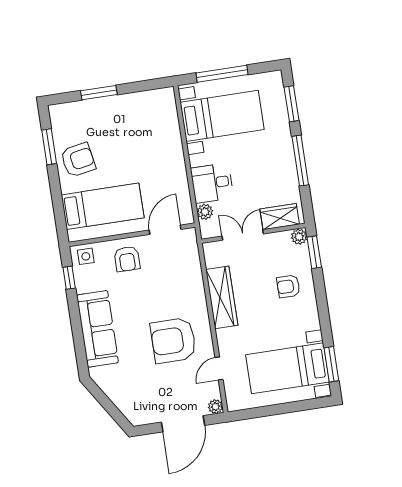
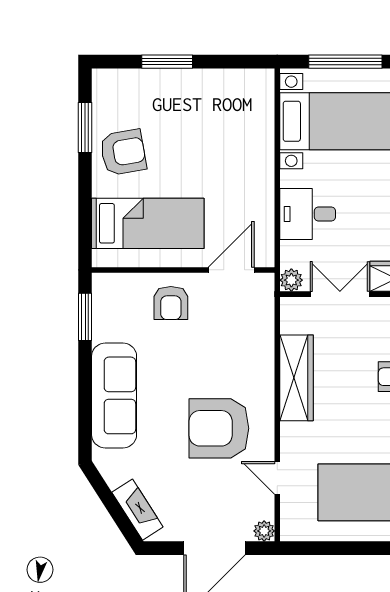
plant: (205, 212) -> (291, 280), moved
side table: (86, 256) -> (113, 290), removed
window: (69, 278) -> (85, 317), width x1.50
door: (219, 369) -> (277, 478), hinge flipped
fireplace: (126, 405) -> (137, 510), added

